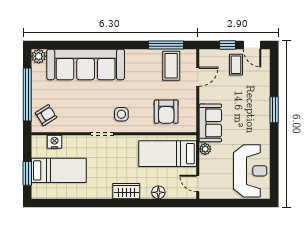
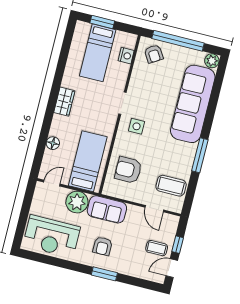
window: (166, 45) -> (200, 155), moved
armchair: (247, 118) -> (102, 246), added
plant: (205, 149) -> (77, 202), width x1.88, depth x1.88
wardrobe: (126, 191) -> (64, 102), moved

